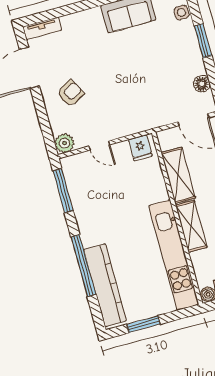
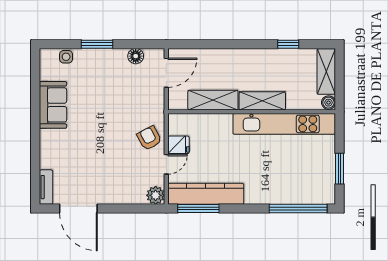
armchair: (70, 93) -> (149, 138), moved
fridge: (140, 148) -> (178, 145), moved
window: (83, 266) -> (298, 208), moved
kitchen counter: (105, 285) -> (206, 194), moved

